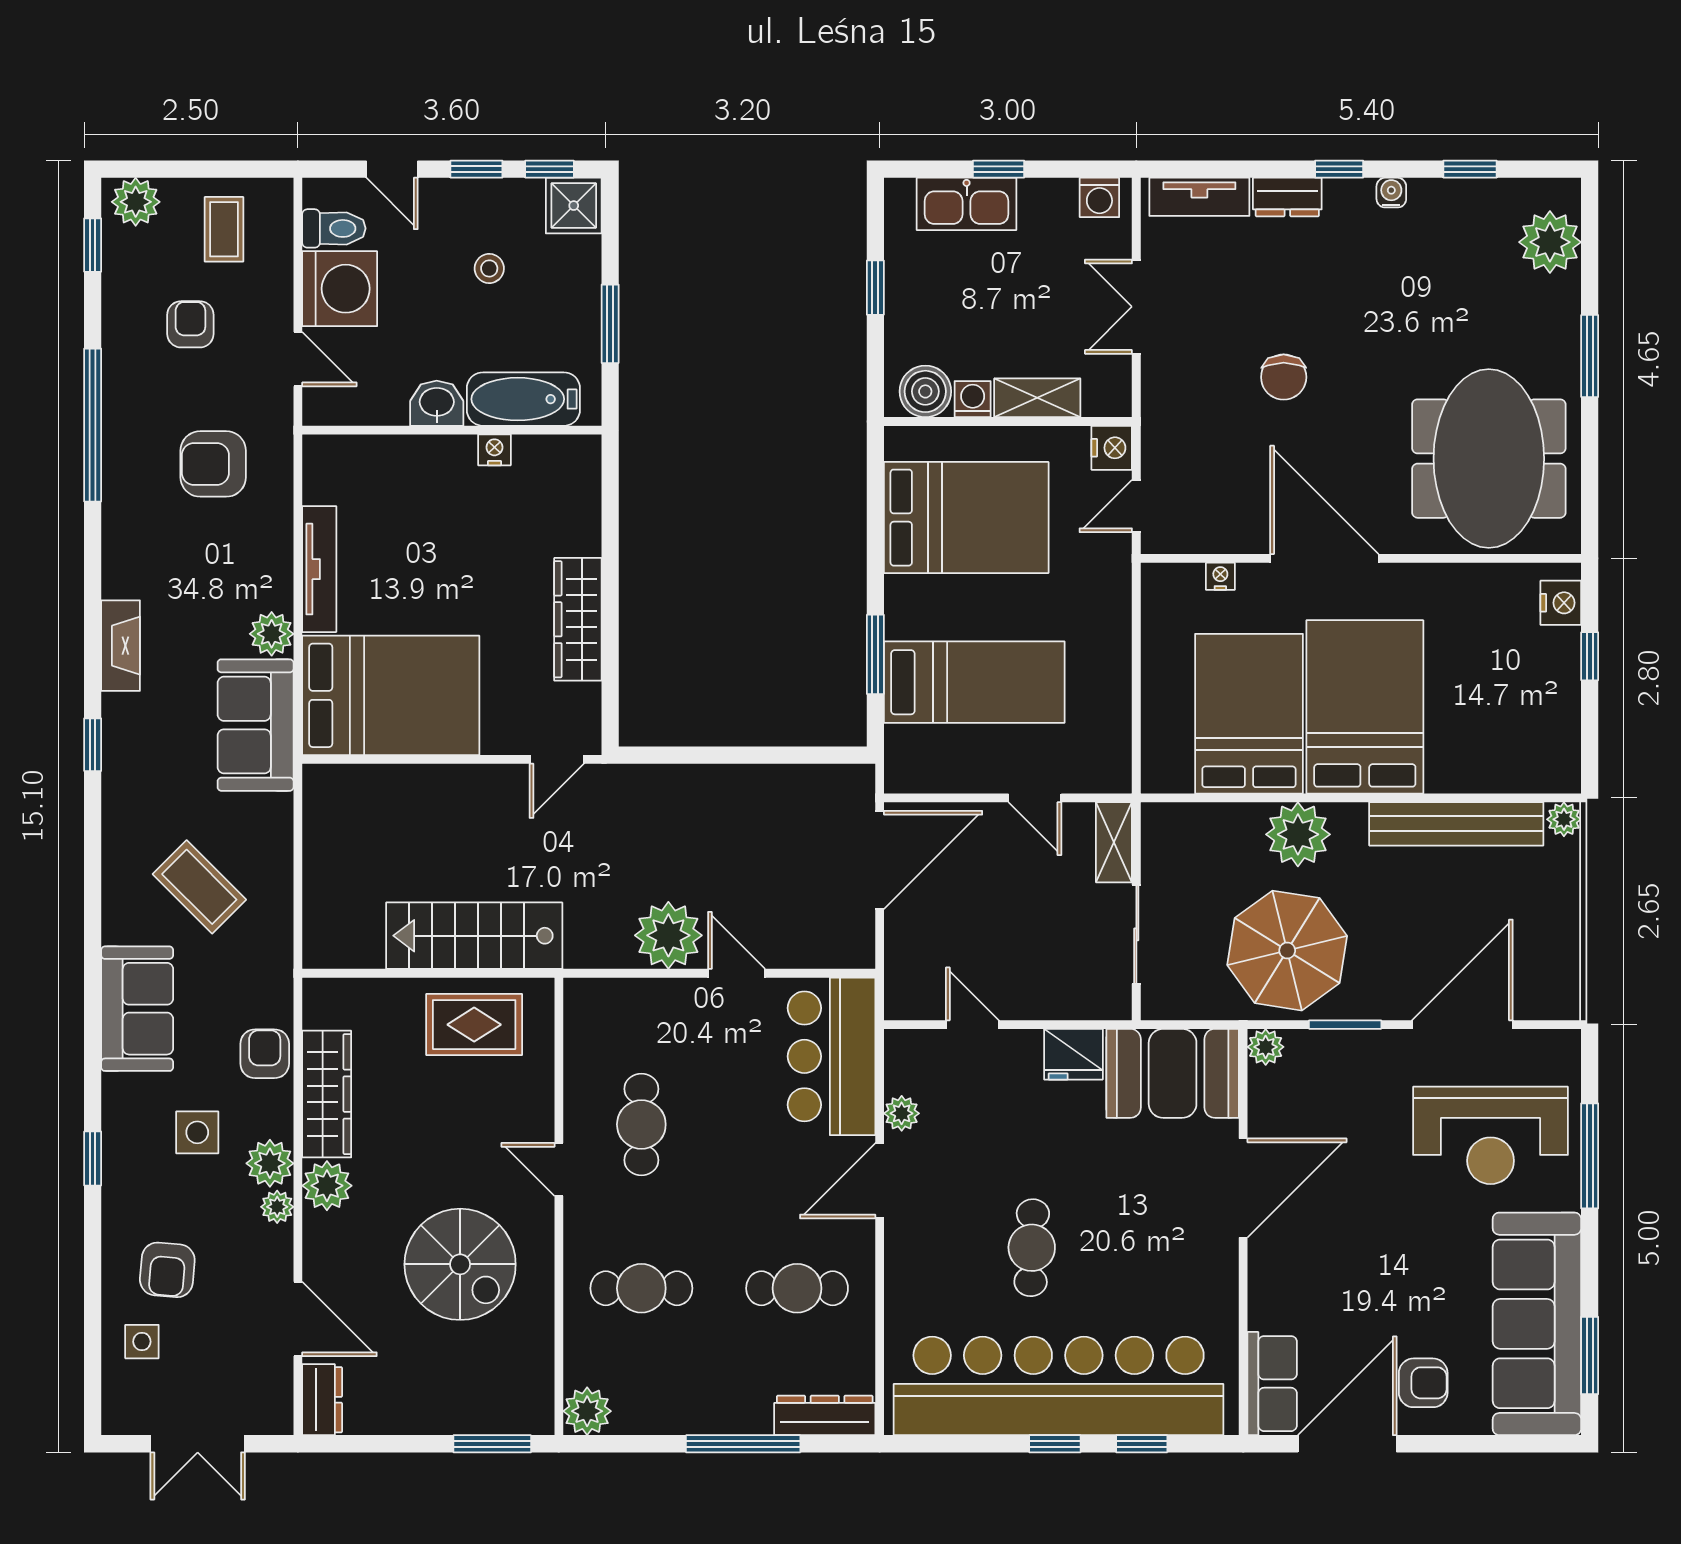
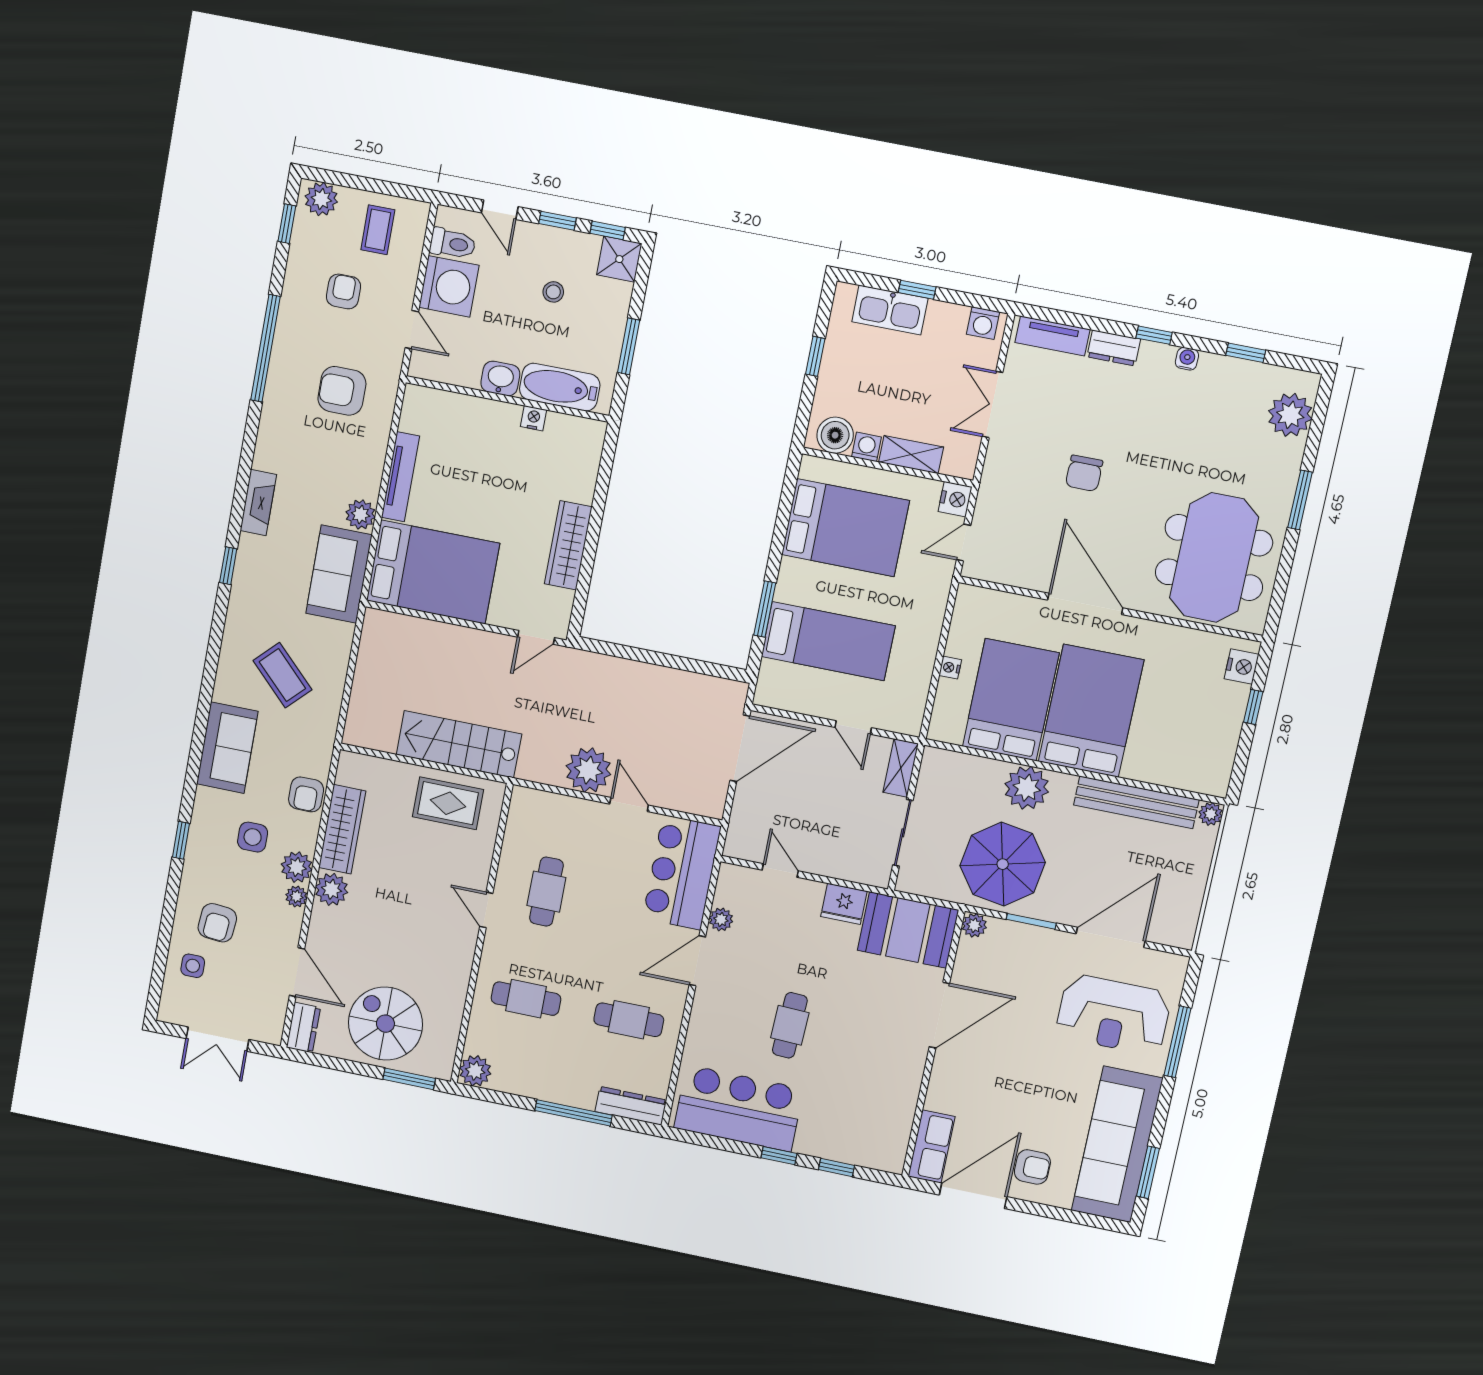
nightstand: (1220, 576) -> (950, 668), moved, turned -90
armchair: (265, 1054) -> (306, 794), turned 180
spiral stairs: (460, 1264) -> (385, 1024), moved, turned 180
bar counter: (1059, 1386) -> (739, 1108), width x0.54

